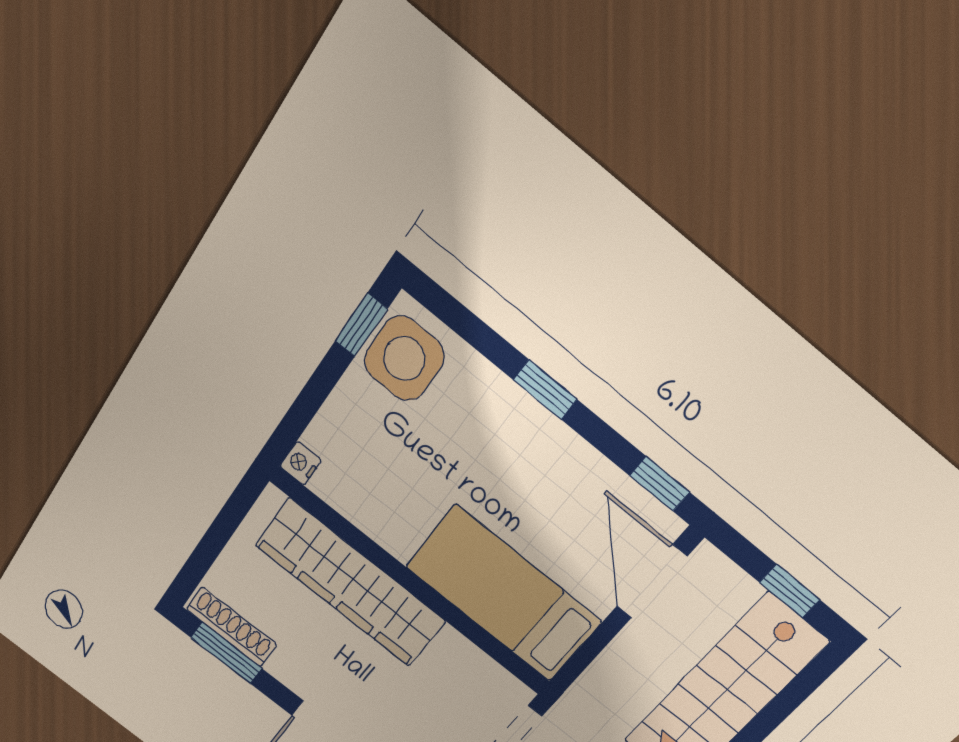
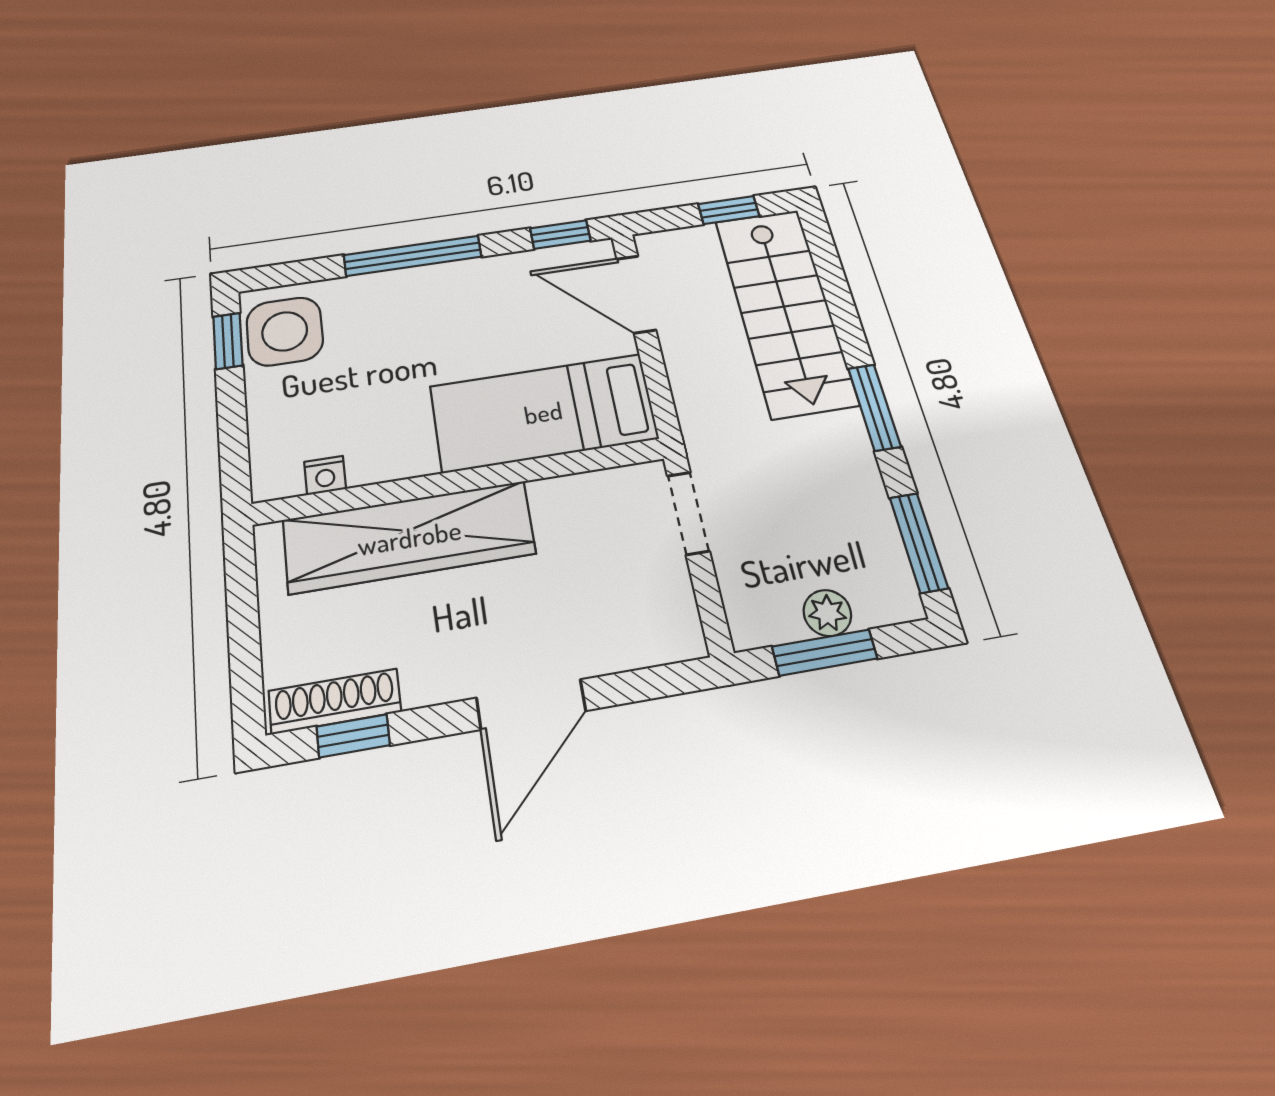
window: (545, 390) -> (413, 256), width x2.17
nightstand: (301, 463) -> (325, 475), moved, turned -90
window: (226, 653) -> (353, 736), width x0.67

